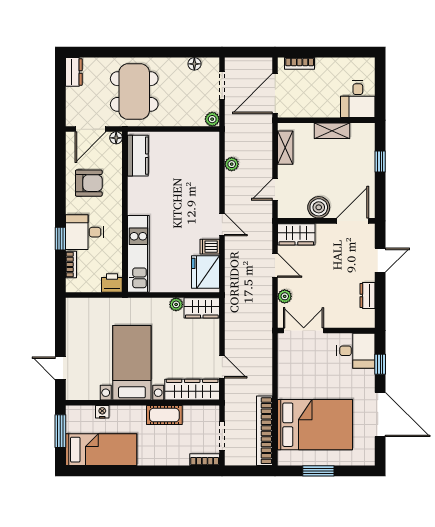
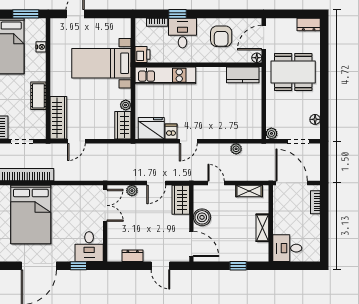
door: (90, 129) -> (264, 38), hinge flipped
bed with nightstands: (132, 363) -> (101, 63), moved, turned 180

